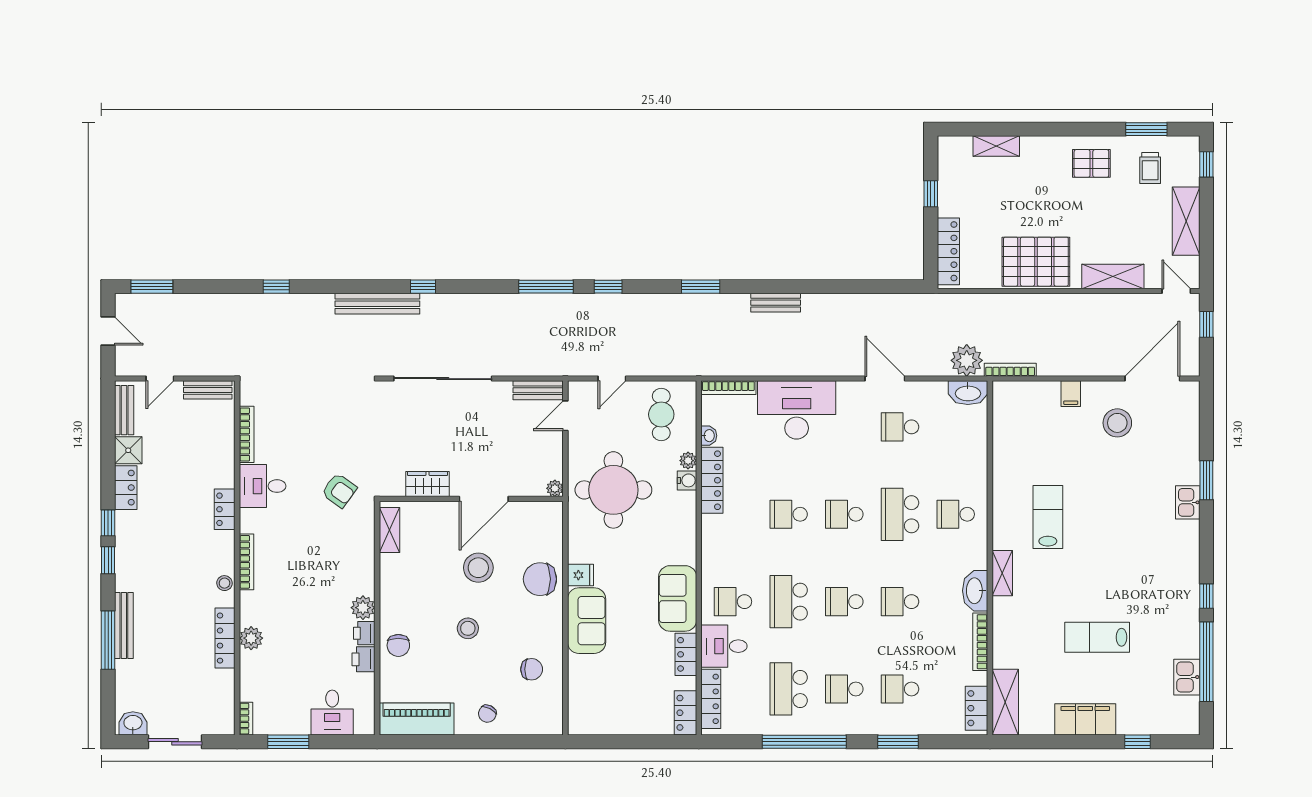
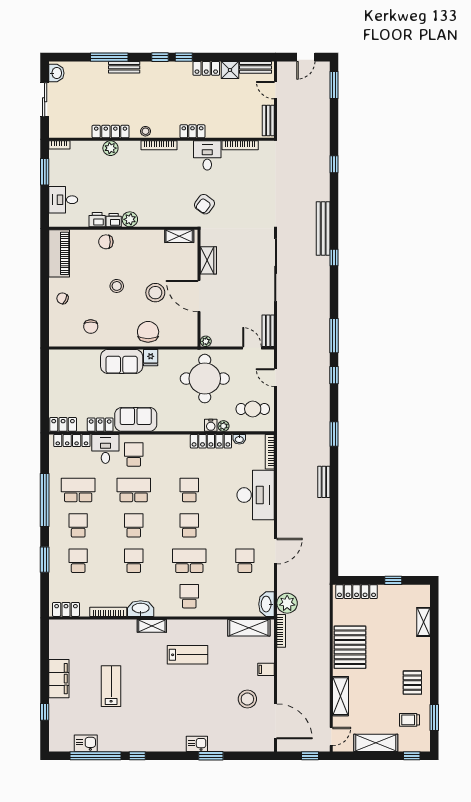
bench: (124, 625) -> (124, 67), width x0.73
shelving: (1005, 702) -> (249, 628), moved

